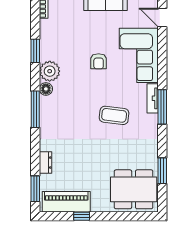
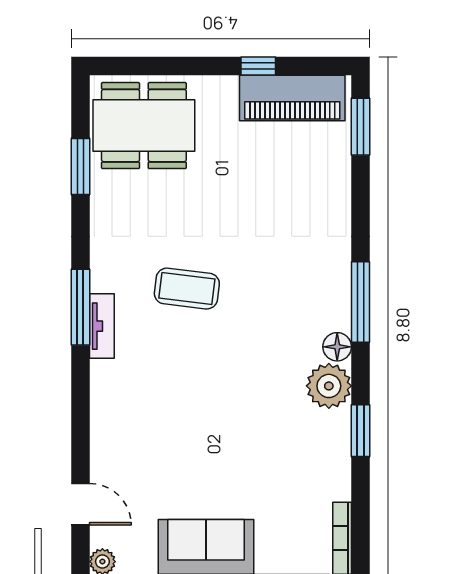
corner sofa: (139, 55) -> (132, 421), removed
armchair: (99, 61) -> (221, 408), removed
dresser: (46, 163) -> (338, 185), removed

